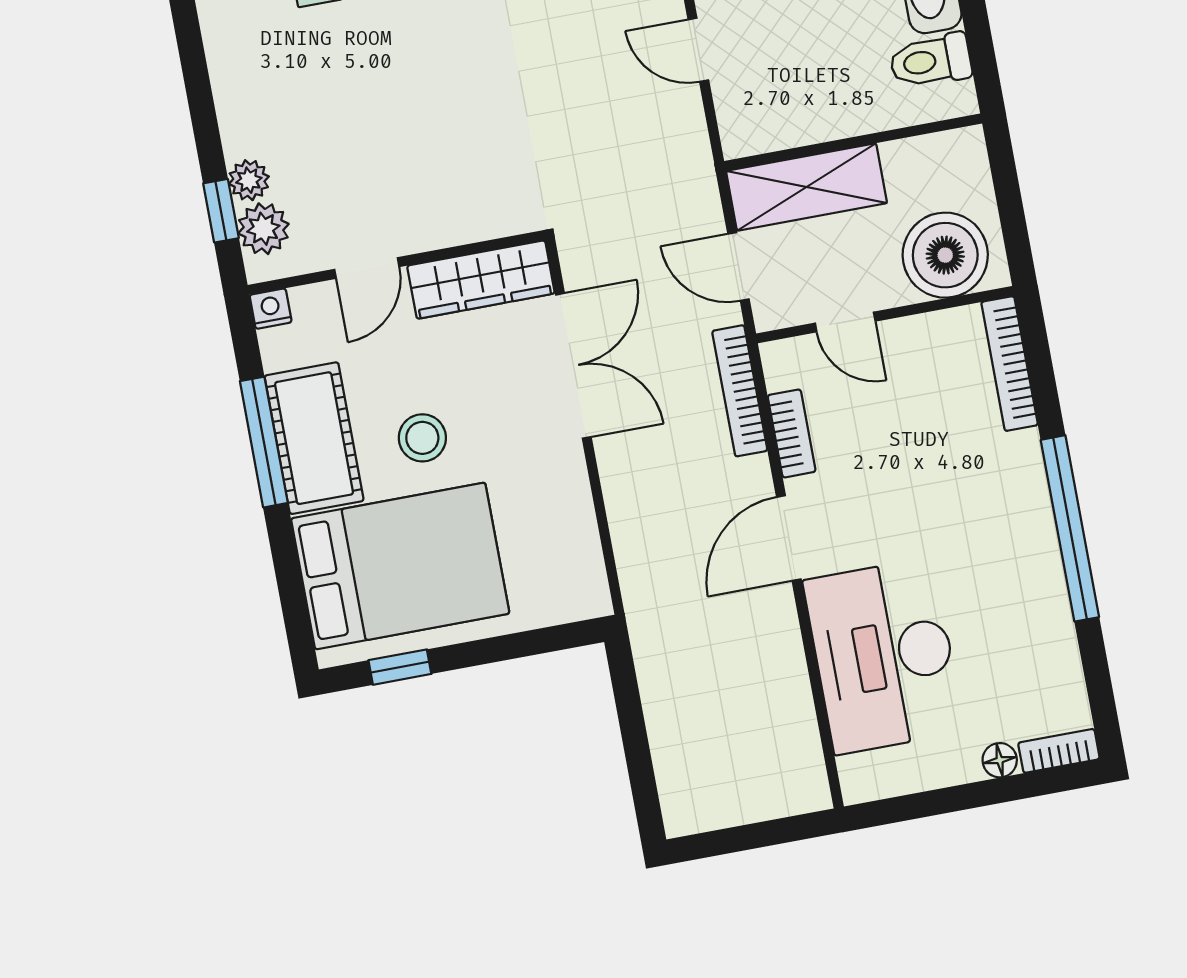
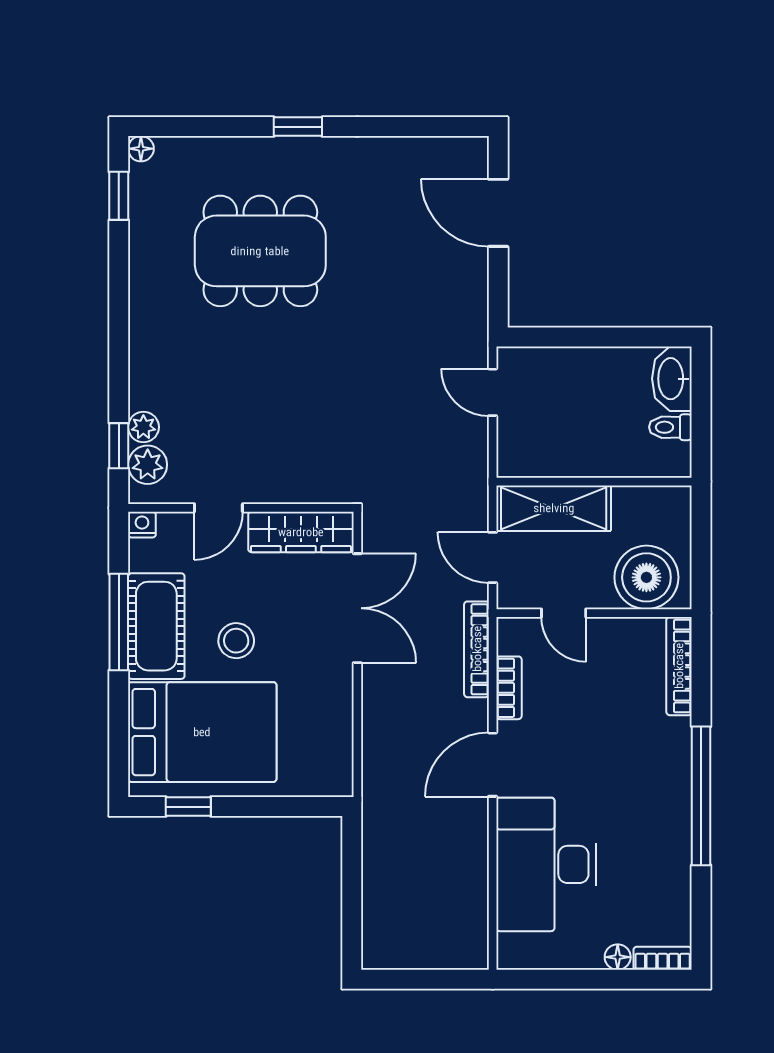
toilet: (931, 61) -> (670, 427), width x0.73, depth x0.72

